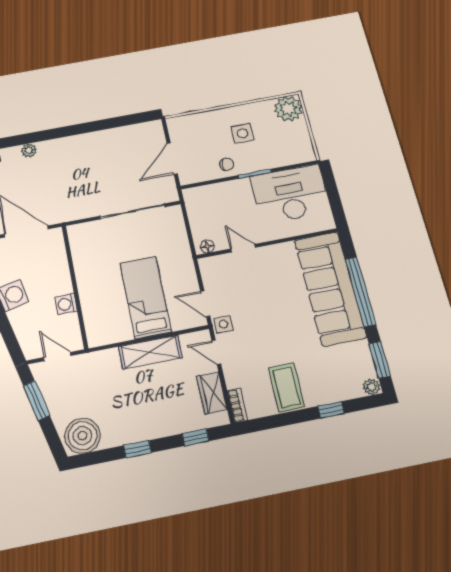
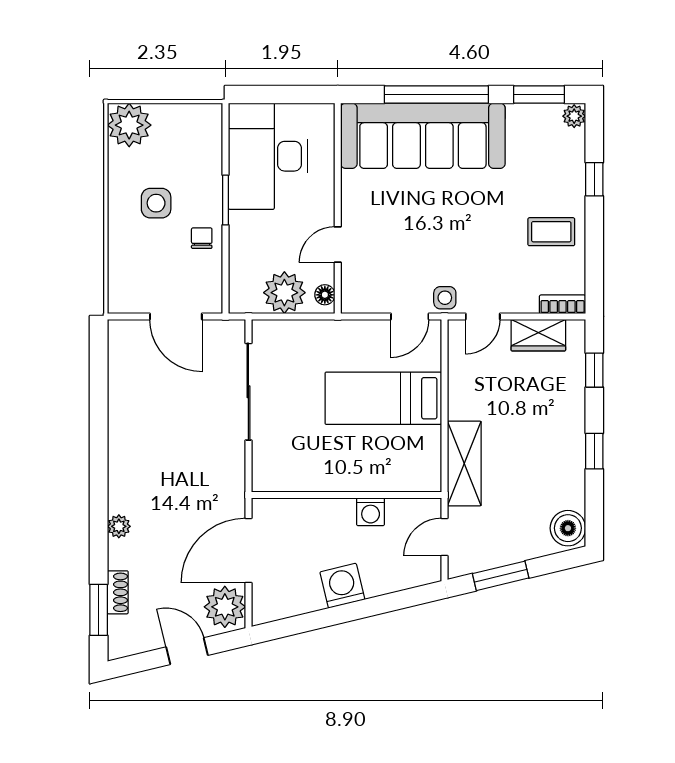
plant: (203, 221) -> (284, 293), added
shelving: (150, 352) -> (464, 463), moved
coffee table: (287, 387) -> (551, 232), width x0.73, depth x0.77
boiler: (82, 436) -> (568, 528), width x0.73, depth x0.73

